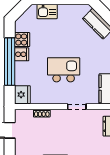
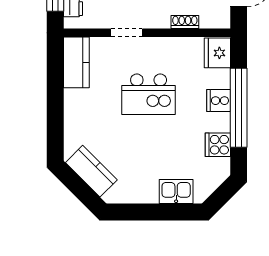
cooker: (22, 54) -> (219, 101), moved

